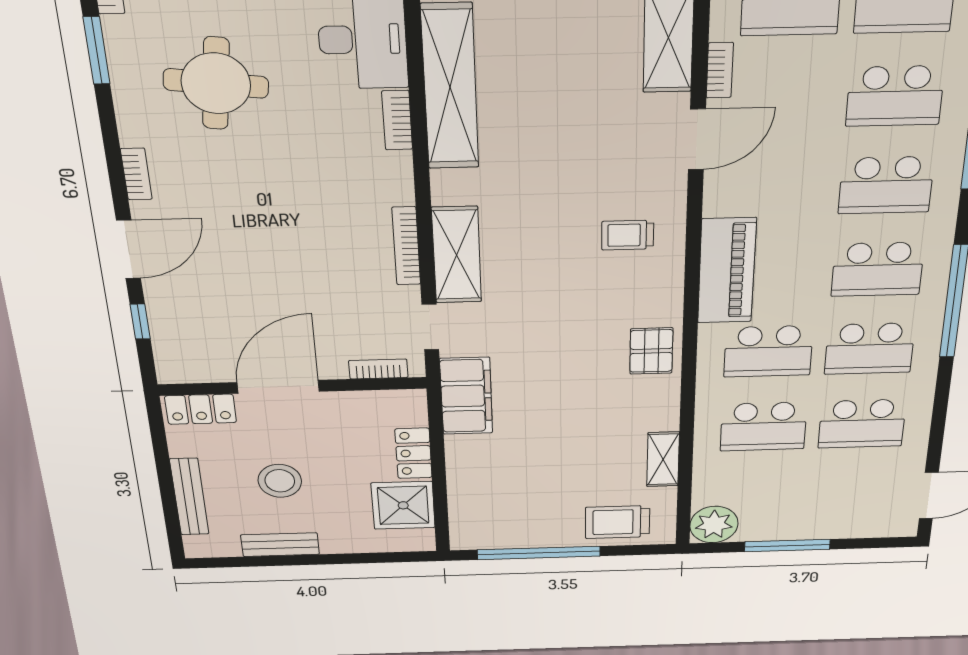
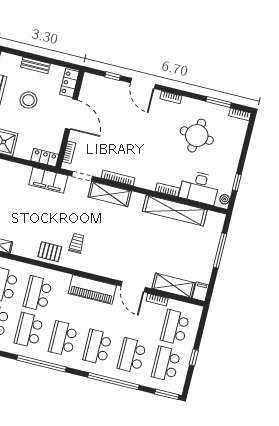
trolley: (628, 235) -> (77, 243), moved
piano: (727, 271) -> (92, 289), moved
locker: (413, 453) -> (45, 158), moved
bench: (189, 497) -> (35, 65), width x0.73

